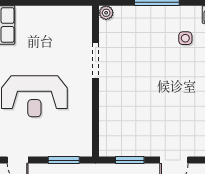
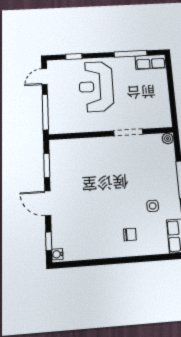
window: (64, 160) -> (45, 112), width x1.44

